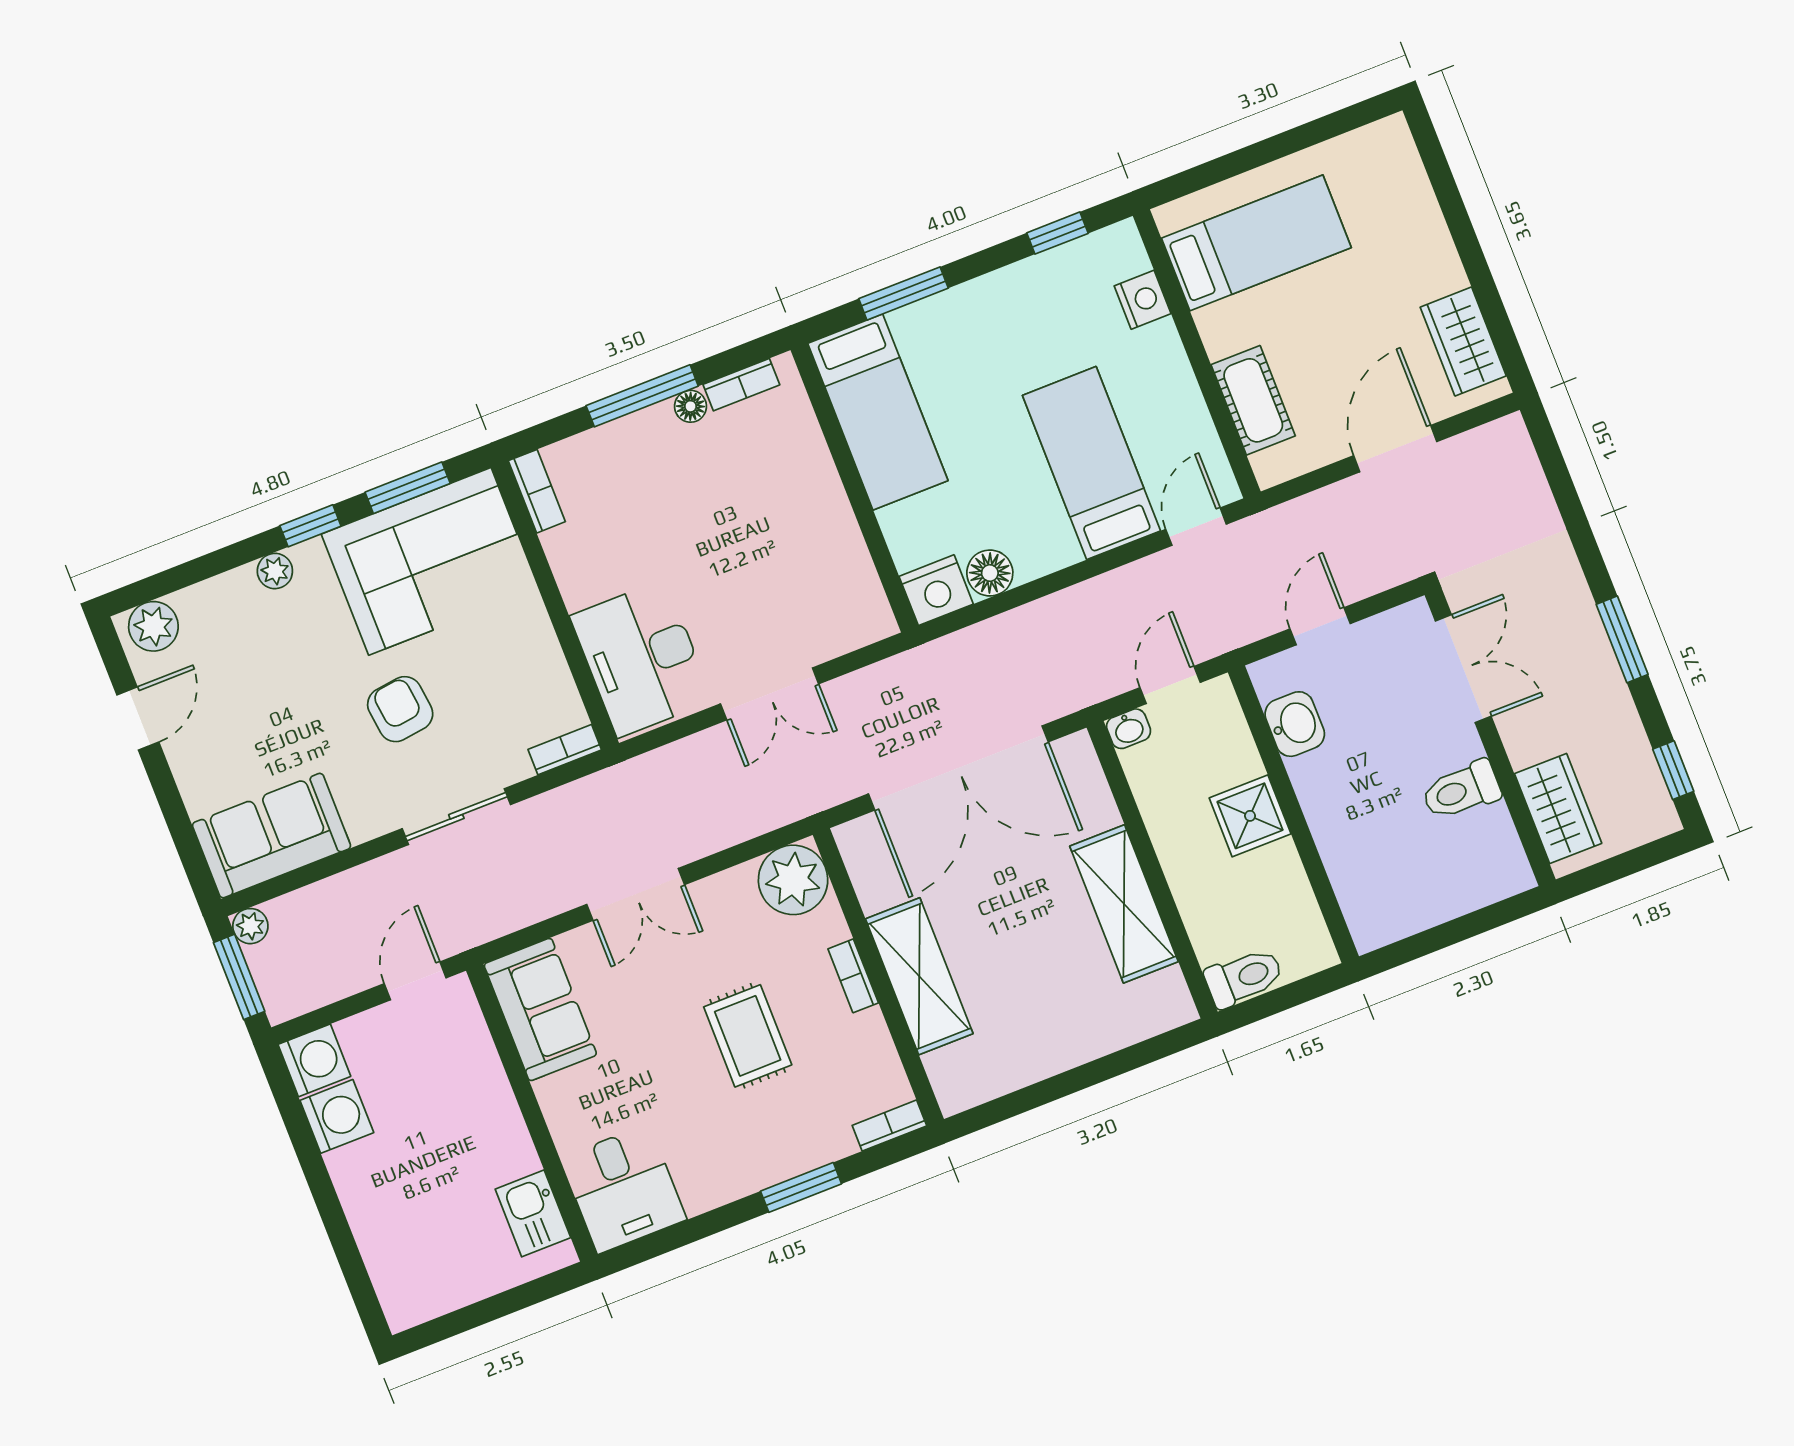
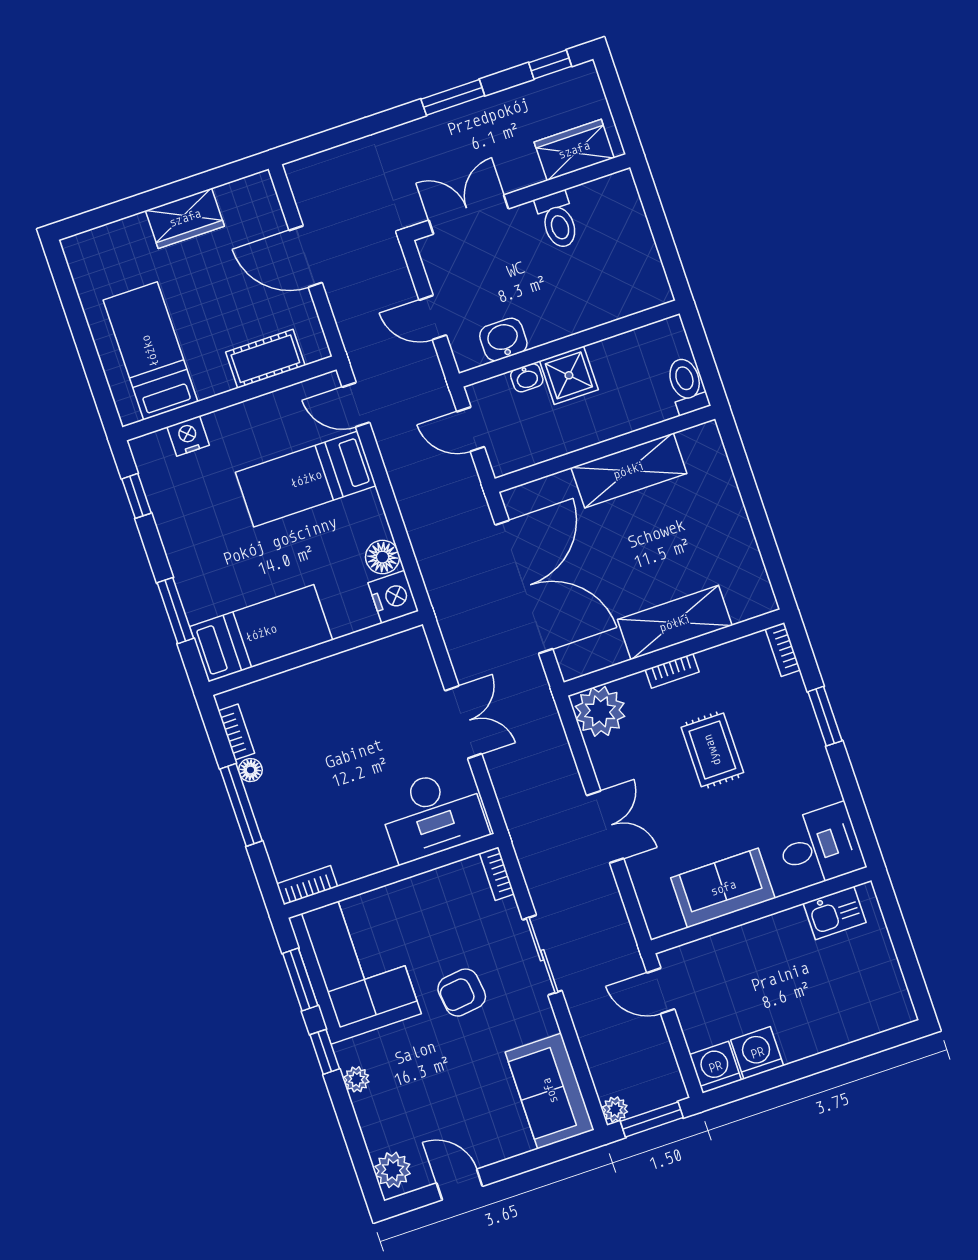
wardrobe: (1463, 342) -> (185, 218), moved
washbasin: (1129, 729) -> (527, 378), moved, turned 90
sofa: (540, 1009) -> (723, 888), moved
rug: (748, 1036) -> (712, 750), turned 90

